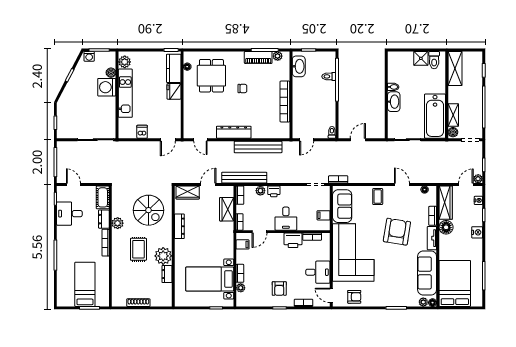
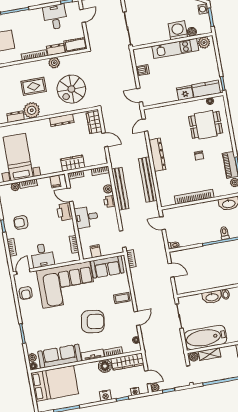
bench: (244, 178) -> (120, 189), moved
wardrobe: (227, 209) -> (73, 163), moved
printer: (293, 240) -> (65, 212), moved

